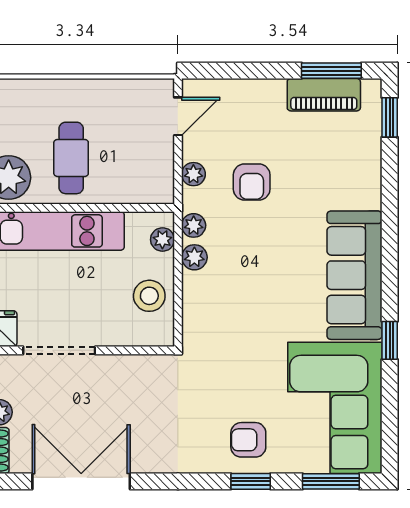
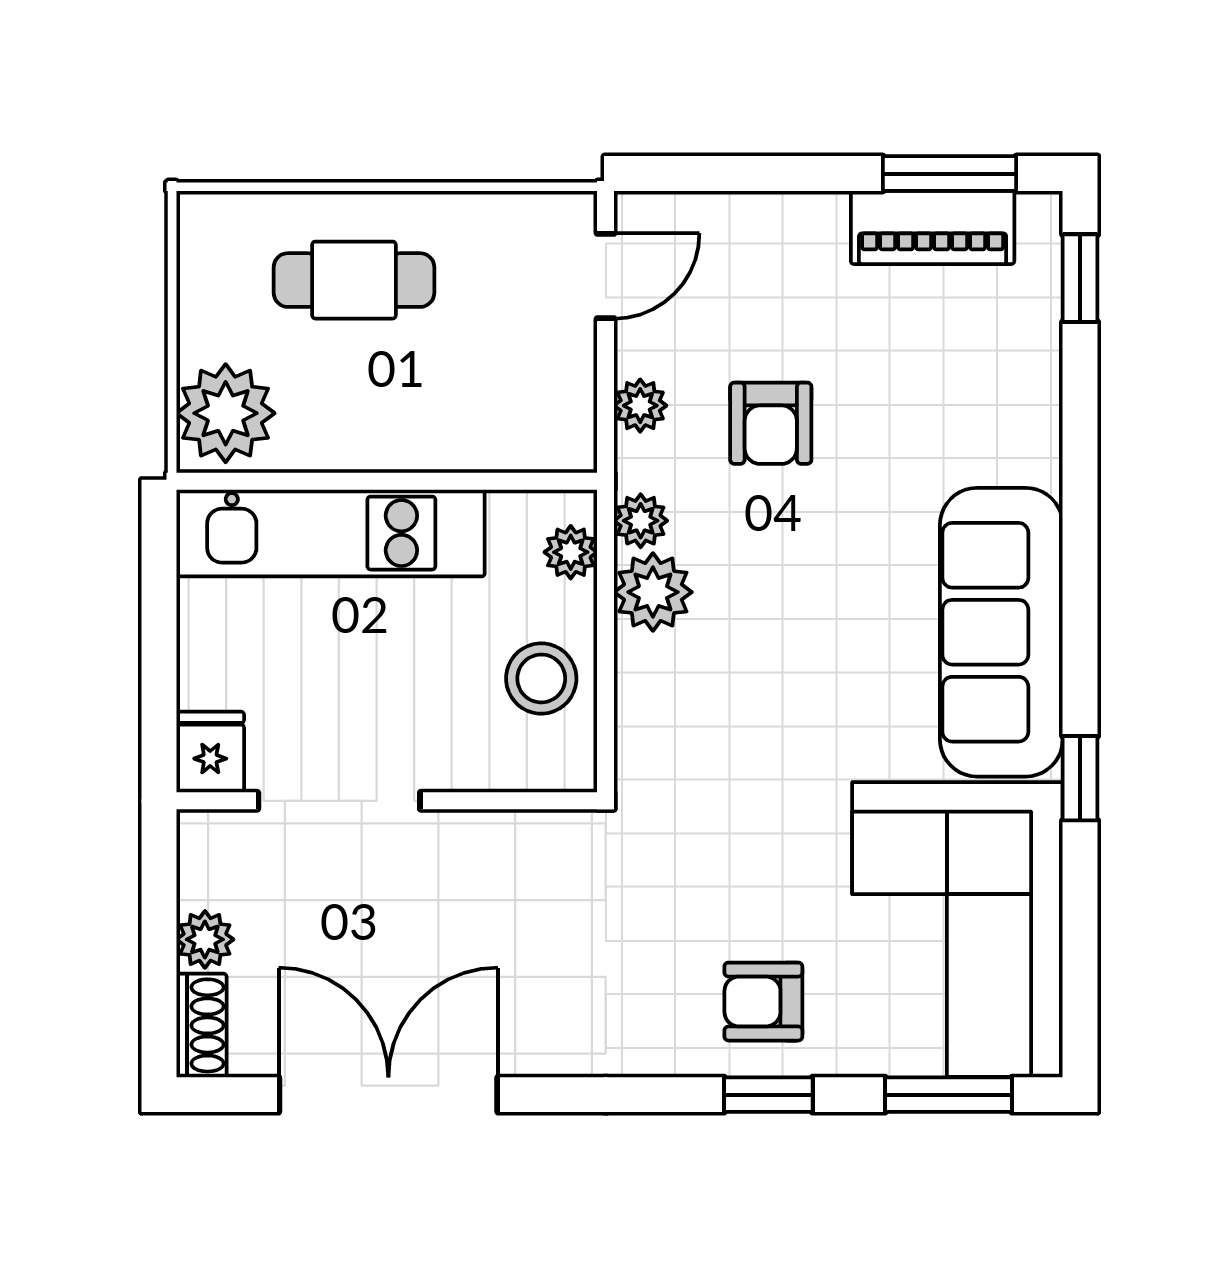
cafe table: (71, 158) -> (354, 280), moved, turned 90
plant: (194, 257) -> (653, 592), width x1.38, depth x1.38

